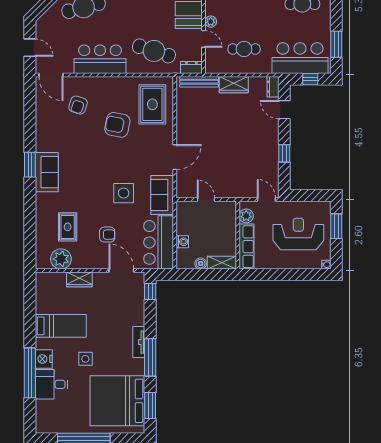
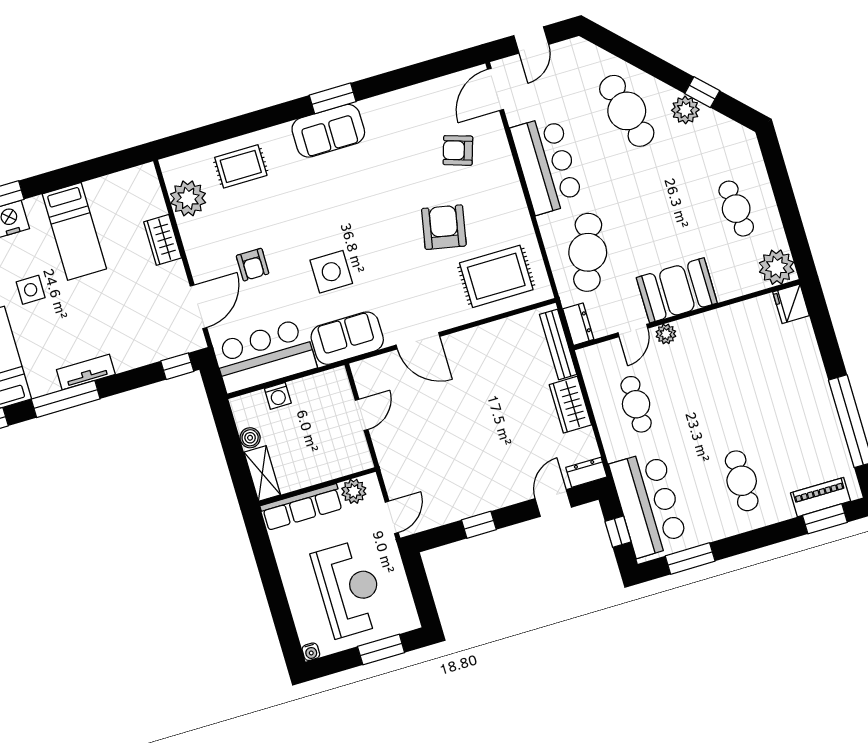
rug: (68, 227) -> (241, 166), moved

